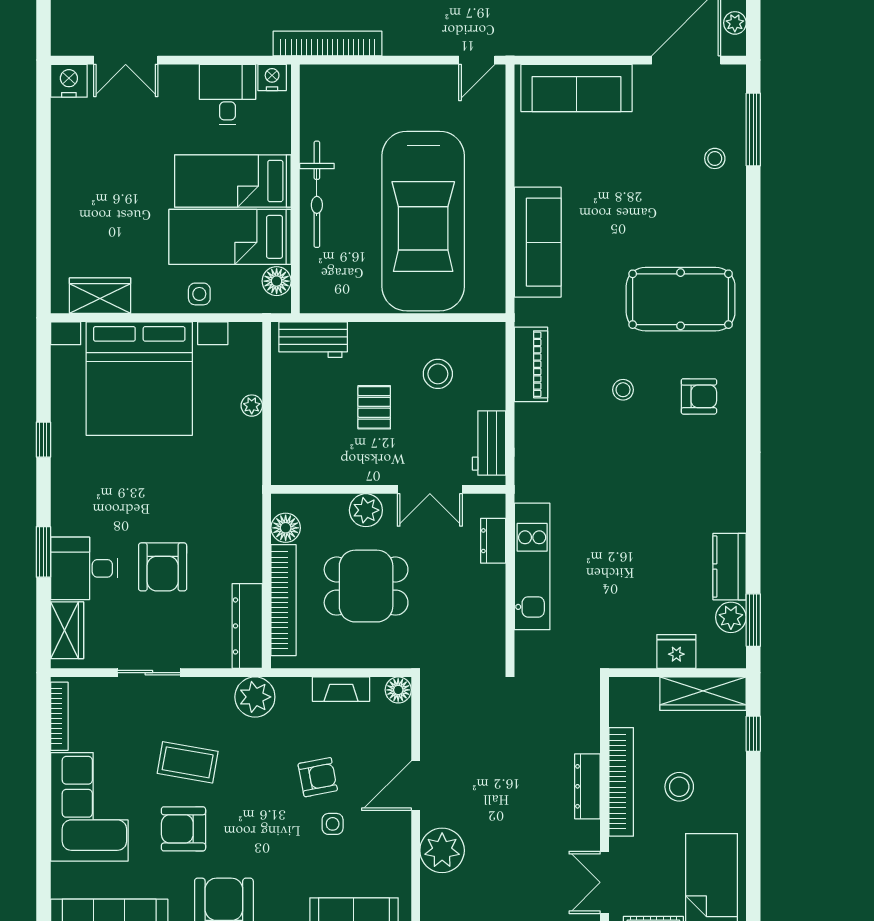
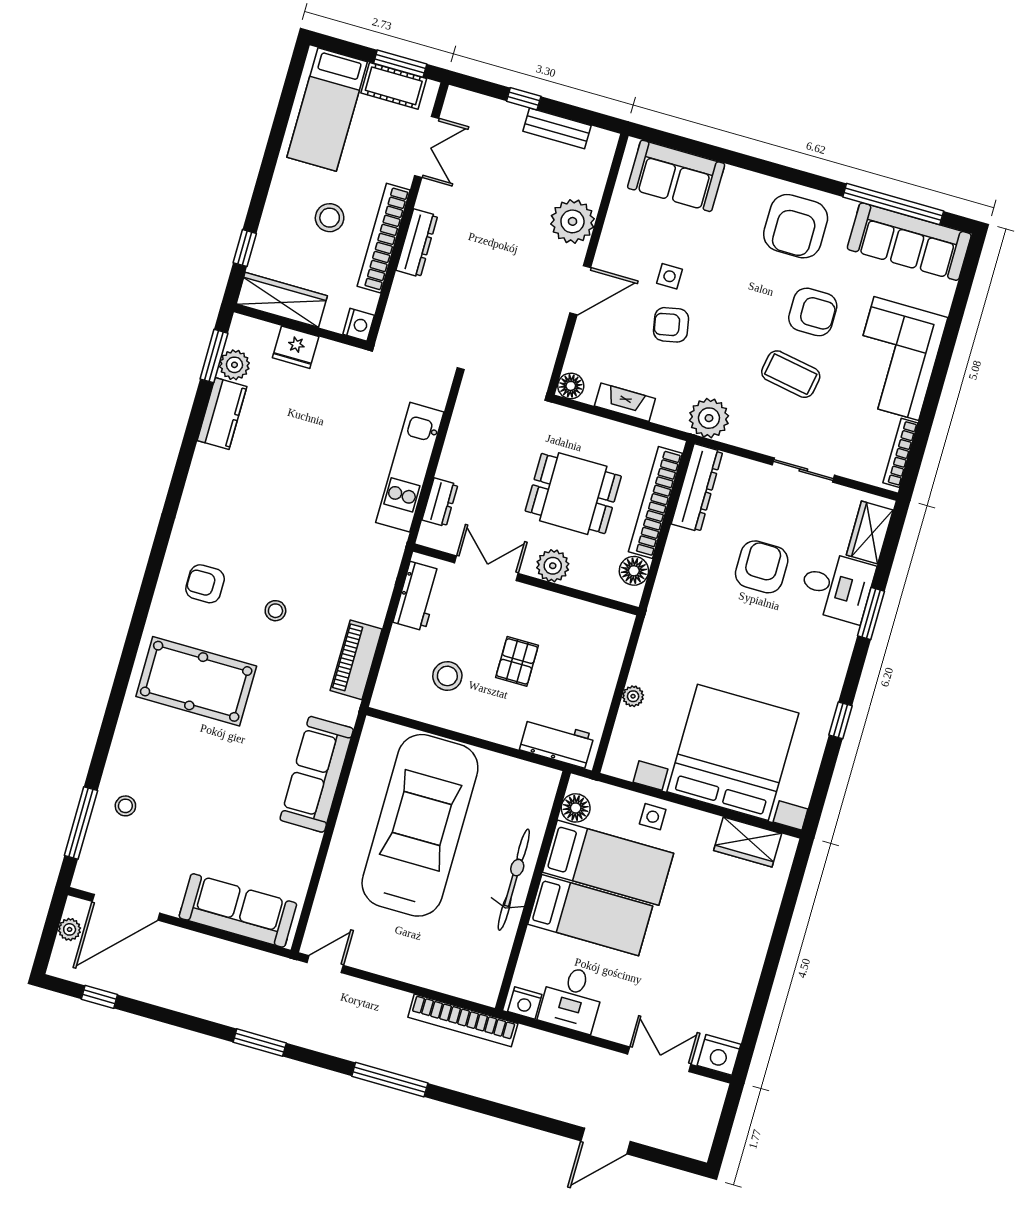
nightstand: (621, 691) -> (359, 325), added

